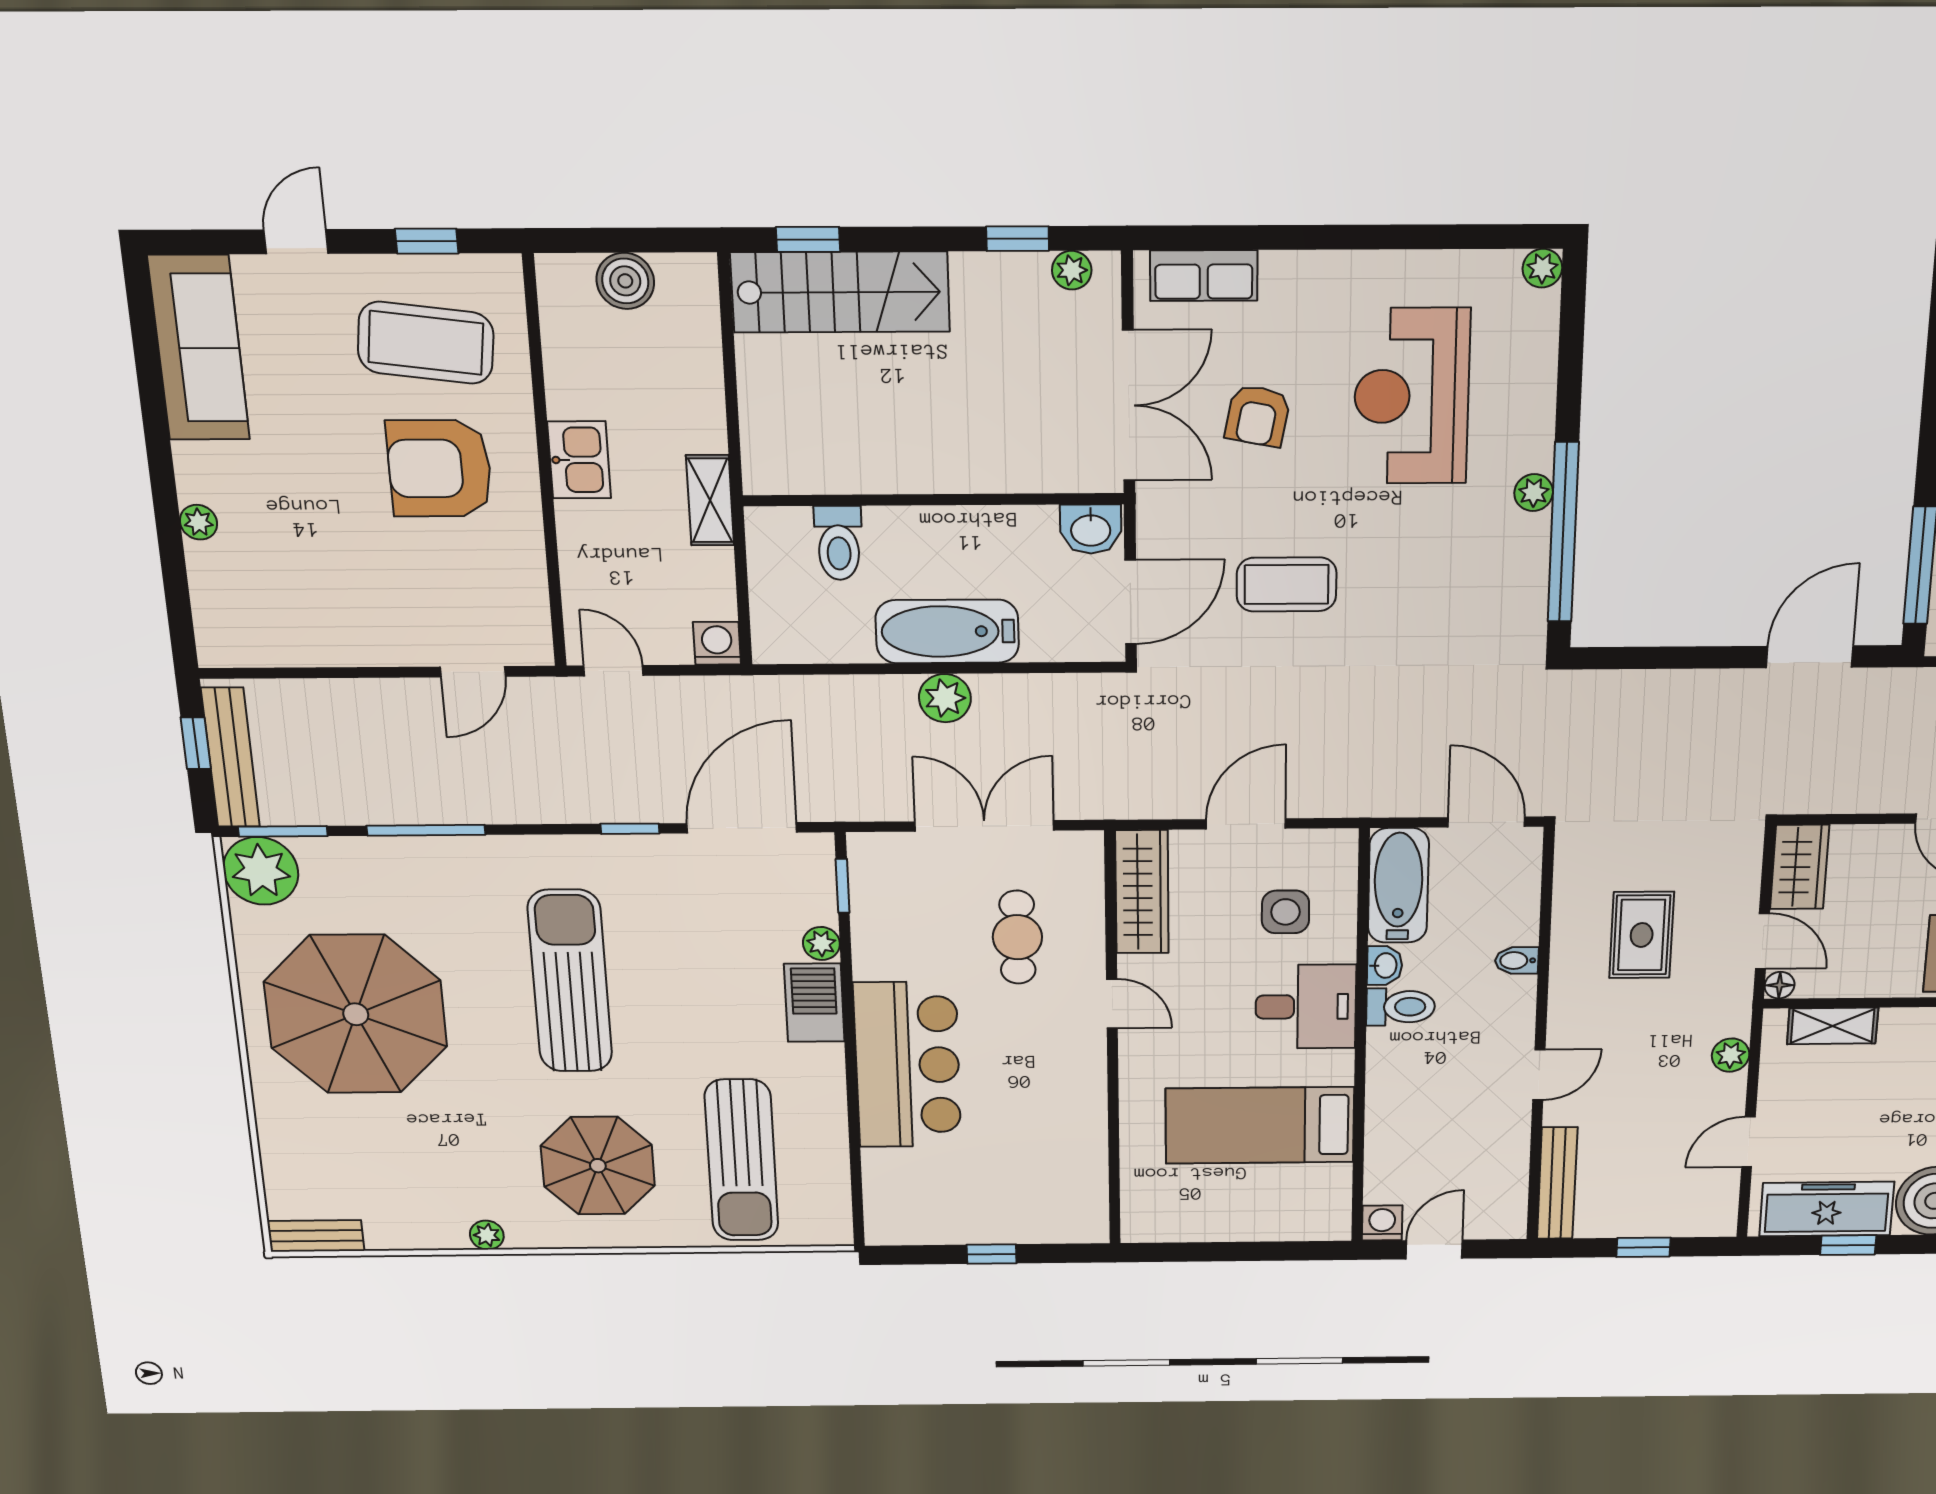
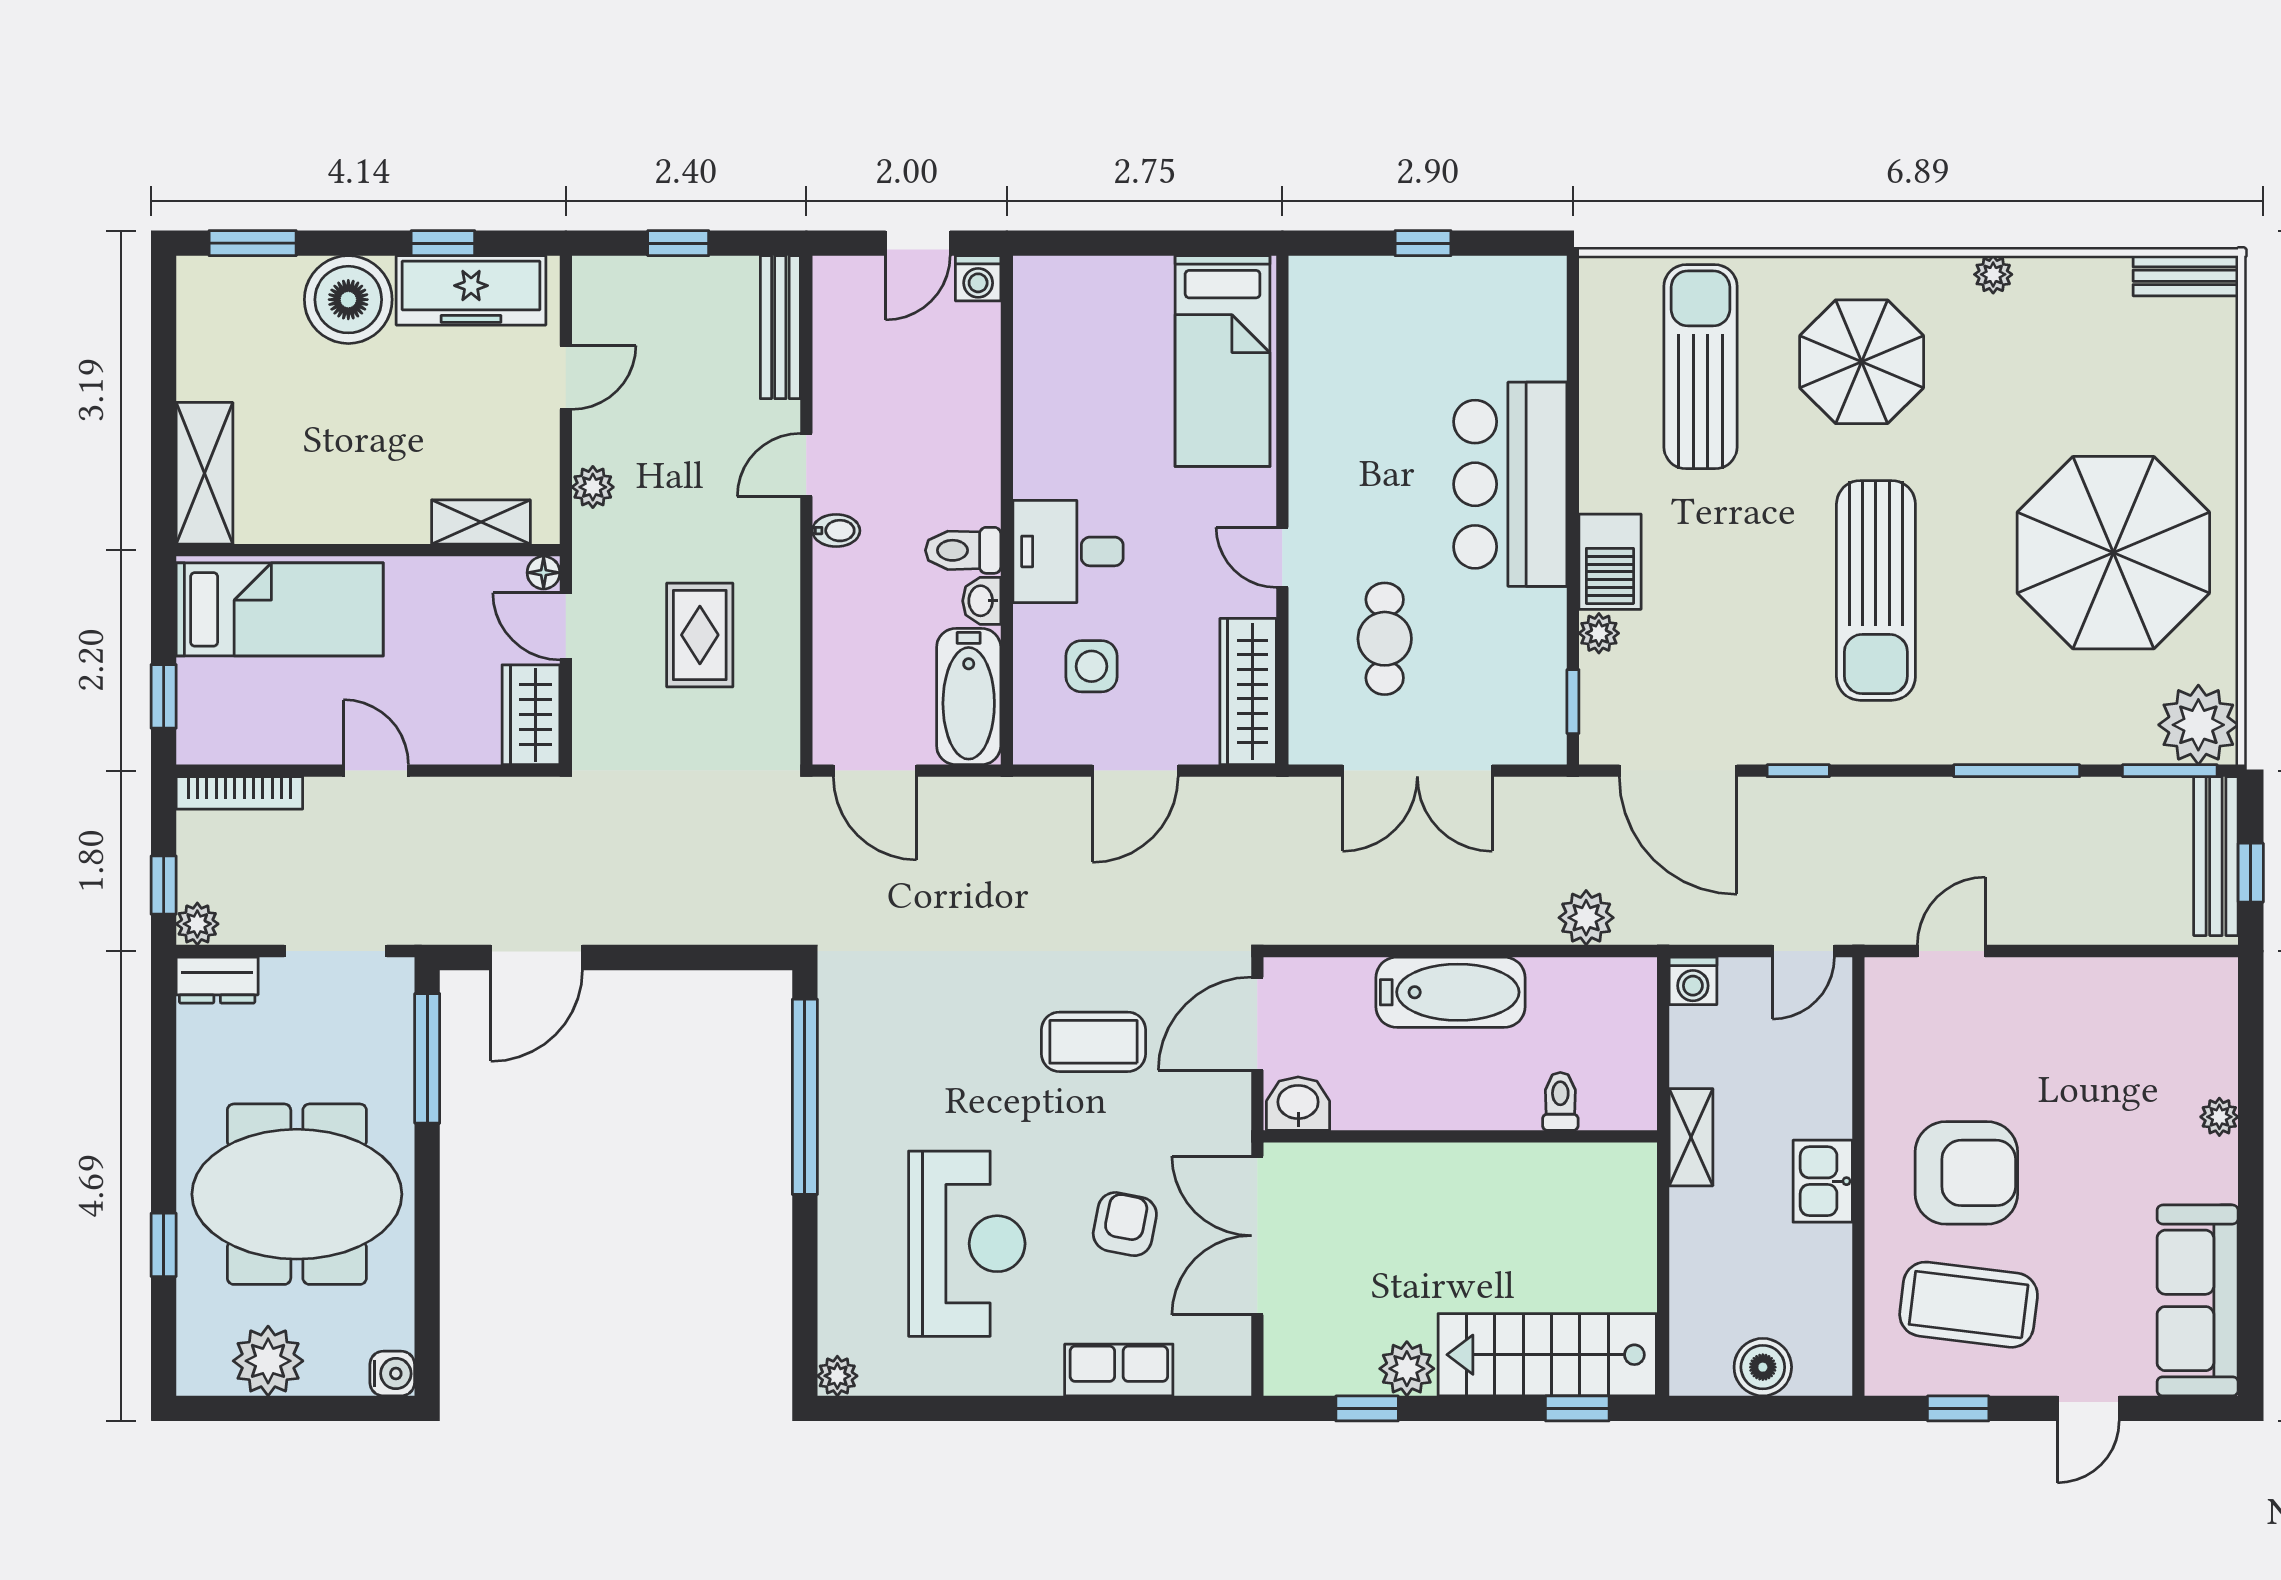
plant: (1072, 270) -> (1407, 1369), moved, width x1.38, depth x1.38
row of seats: (1204, 276) -> (1119, 1370), moved
plant: (1534, 493) -> (837, 1140), removed
toilet: (839, 543) -> (1560, 1101), width x0.73, depth x0.72
door: (614, 671) -> (1803, 951), hinge flipped
plant: (945, 698) -> (1586, 918), moved
door: (742, 828) -> (1678, 771), hinge flipped
bidet: (1517, 960) -> (836, 531), moved
bed: (1260, 1125) -> (1223, 361), moved, turned 90

